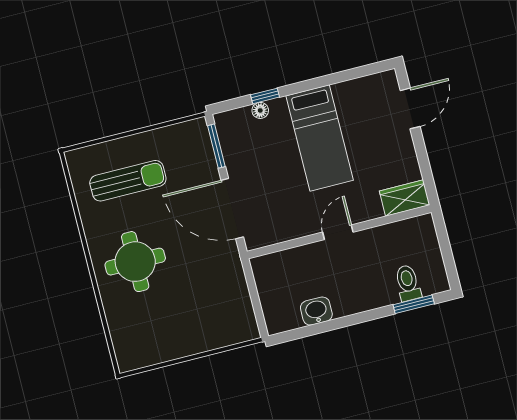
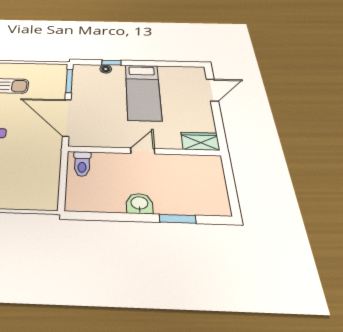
toilet: (408, 283) -> (82, 164), moved, turned 180
window: (414, 304) -> (178, 219), moved
washbasin: (316, 311) -> (139, 203), moved

